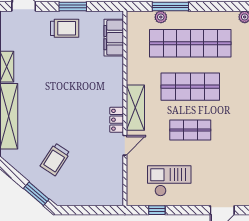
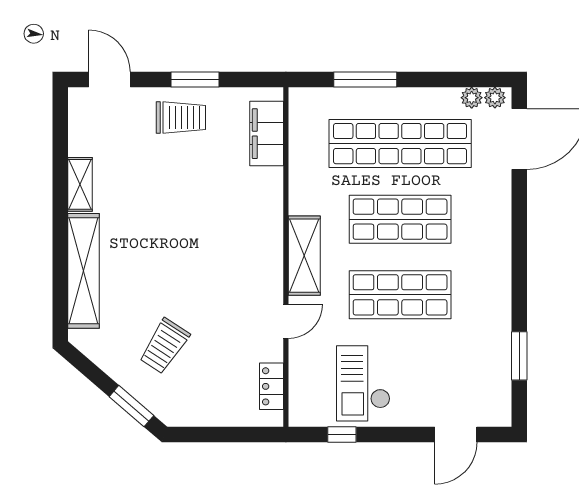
plant: (161, 17) -> (472, 98), moved
locker: (117, 120) -> (272, 386), moved
shop shelf: (190, 130) -> (400, 295), width x1.43, depth x1.36
checkout: (169, 181) -> (363, 383), turned -90

